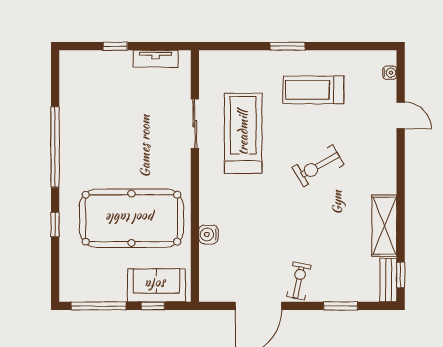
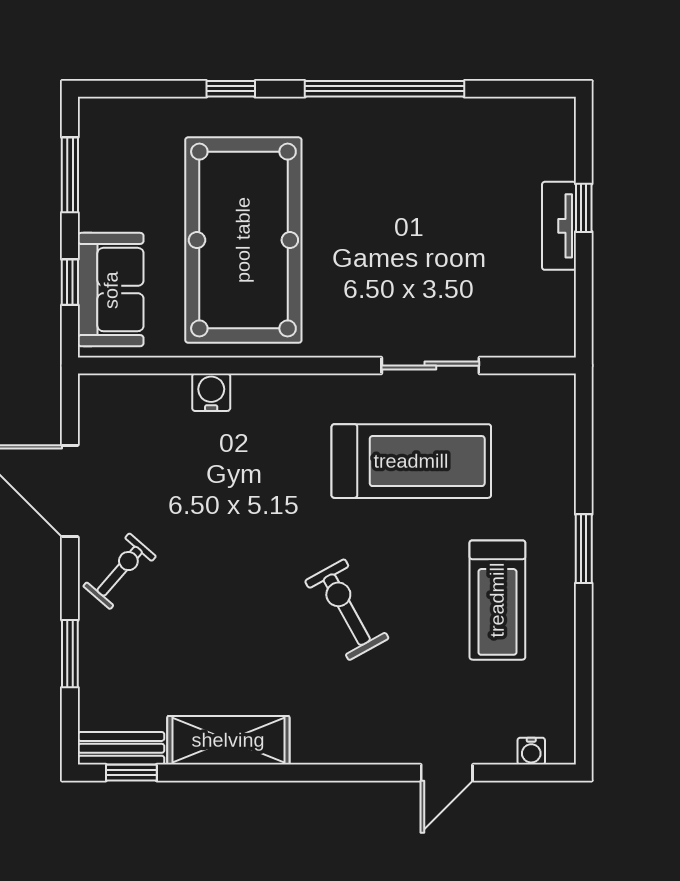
tv unit: (156, 59) -> (559, 226), moved
treadmill: (313, 90) -> (497, 600), turned 180
exercise bike: (299, 281) -> (120, 571), turned -60
window: (99, 306) -> (70, 175), width x0.69

